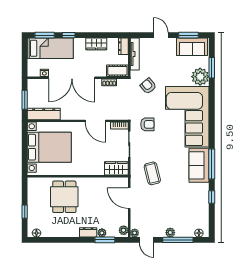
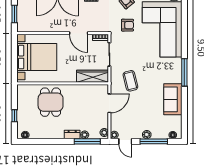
dresser: (44, 114) -> (32, 27), removed
armchair: (147, 124) -> (127, 25), moved
sofa: (199, 165) -> (173, 99), moved
wardrobe: (116, 168) -> (93, 76), width x1.50
window: (212, 197) -> (184, 102), removed
door: (129, 198) -> (109, 103), swing flipped
window: (105, 240) -> (87, 141), width x1.44

